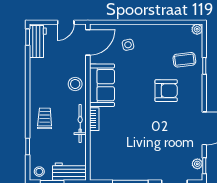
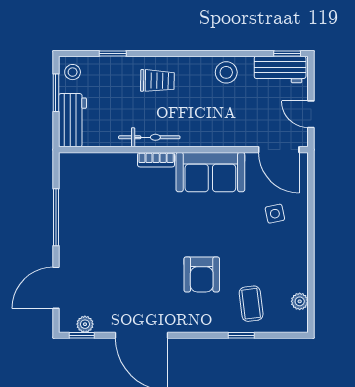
plant: (197, 29) -> (300, 301), moved
stool: (75, 84) -> (226, 72), moved

